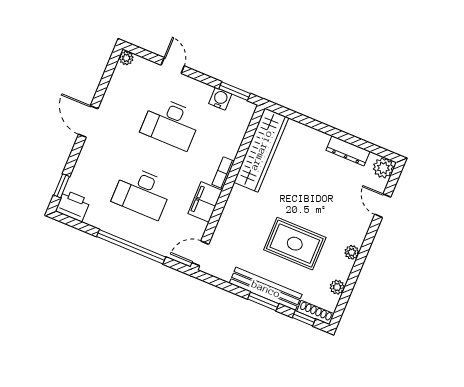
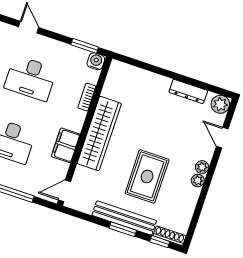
water cooler: (220, 99) -> (96, 61), moved
wardrobe: (261, 150) -> (99, 133), moved
bookcase: (223, 173) -> (87, 97), moved
rug: (295, 244) -> (147, 176), turned 90
plant: (337, 287) -> (202, 167), moved

